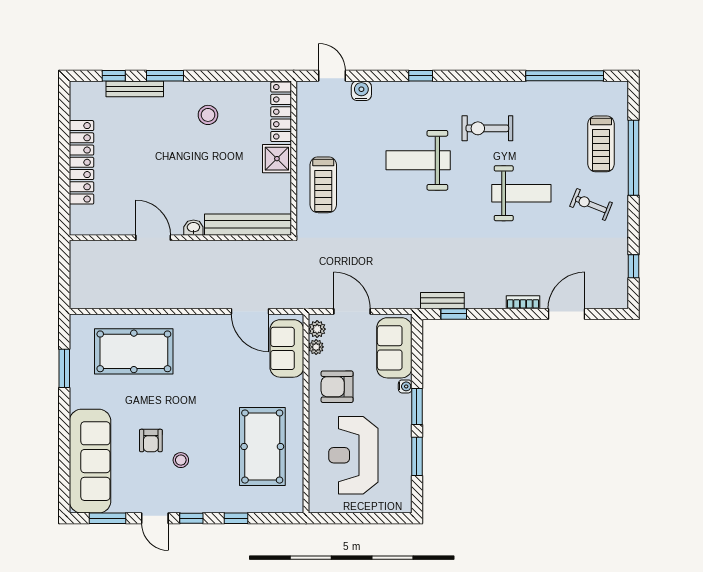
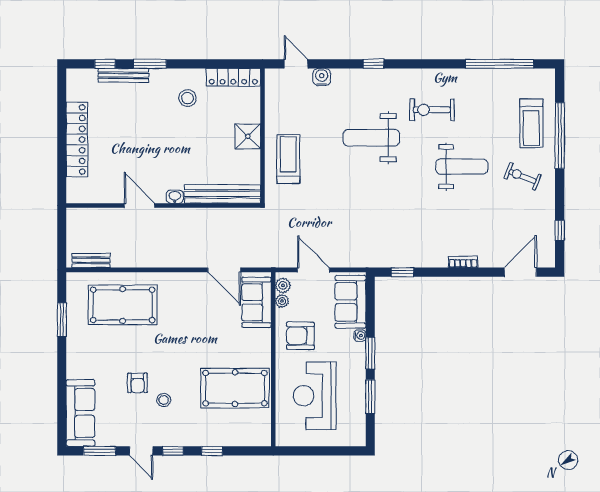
locker: (281, 112) -> (233, 77), moved, turned -90
treadmill: (323, 185) -> (288, 159), turned 180
bench: (442, 301) -> (91, 260), moved
door: (566, 314) -> (520, 272), moved
pool table: (262, 447) -> (235, 388), turned 90
sofa: (90, 461) -> (80, 413), width x0.74, depth x0.79

